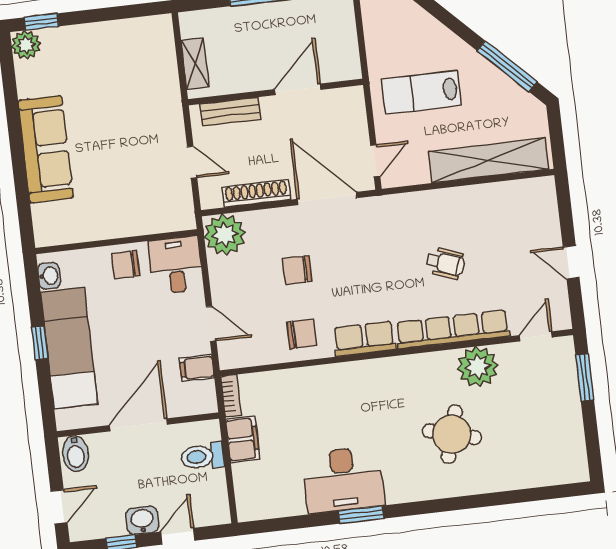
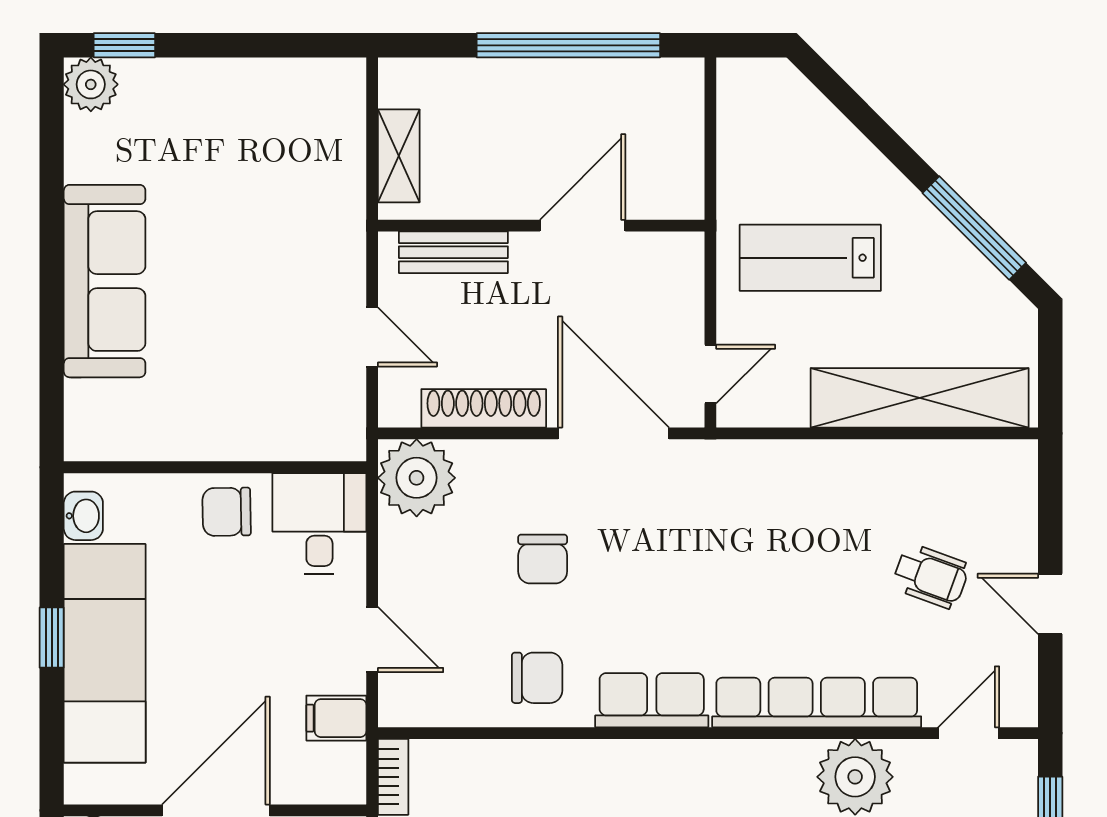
wheelchair: (445, 263) -> (931, 576), moved
chair: (297, 270) -> (543, 559), turned -90

